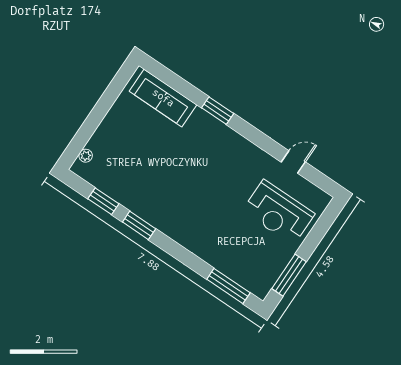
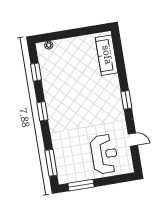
window: (218, 111) -> (126, 100), moved
reception desk: (278, 212) -> (104, 154), turned 180
window: (139, 225) -> (42, 111), moved

